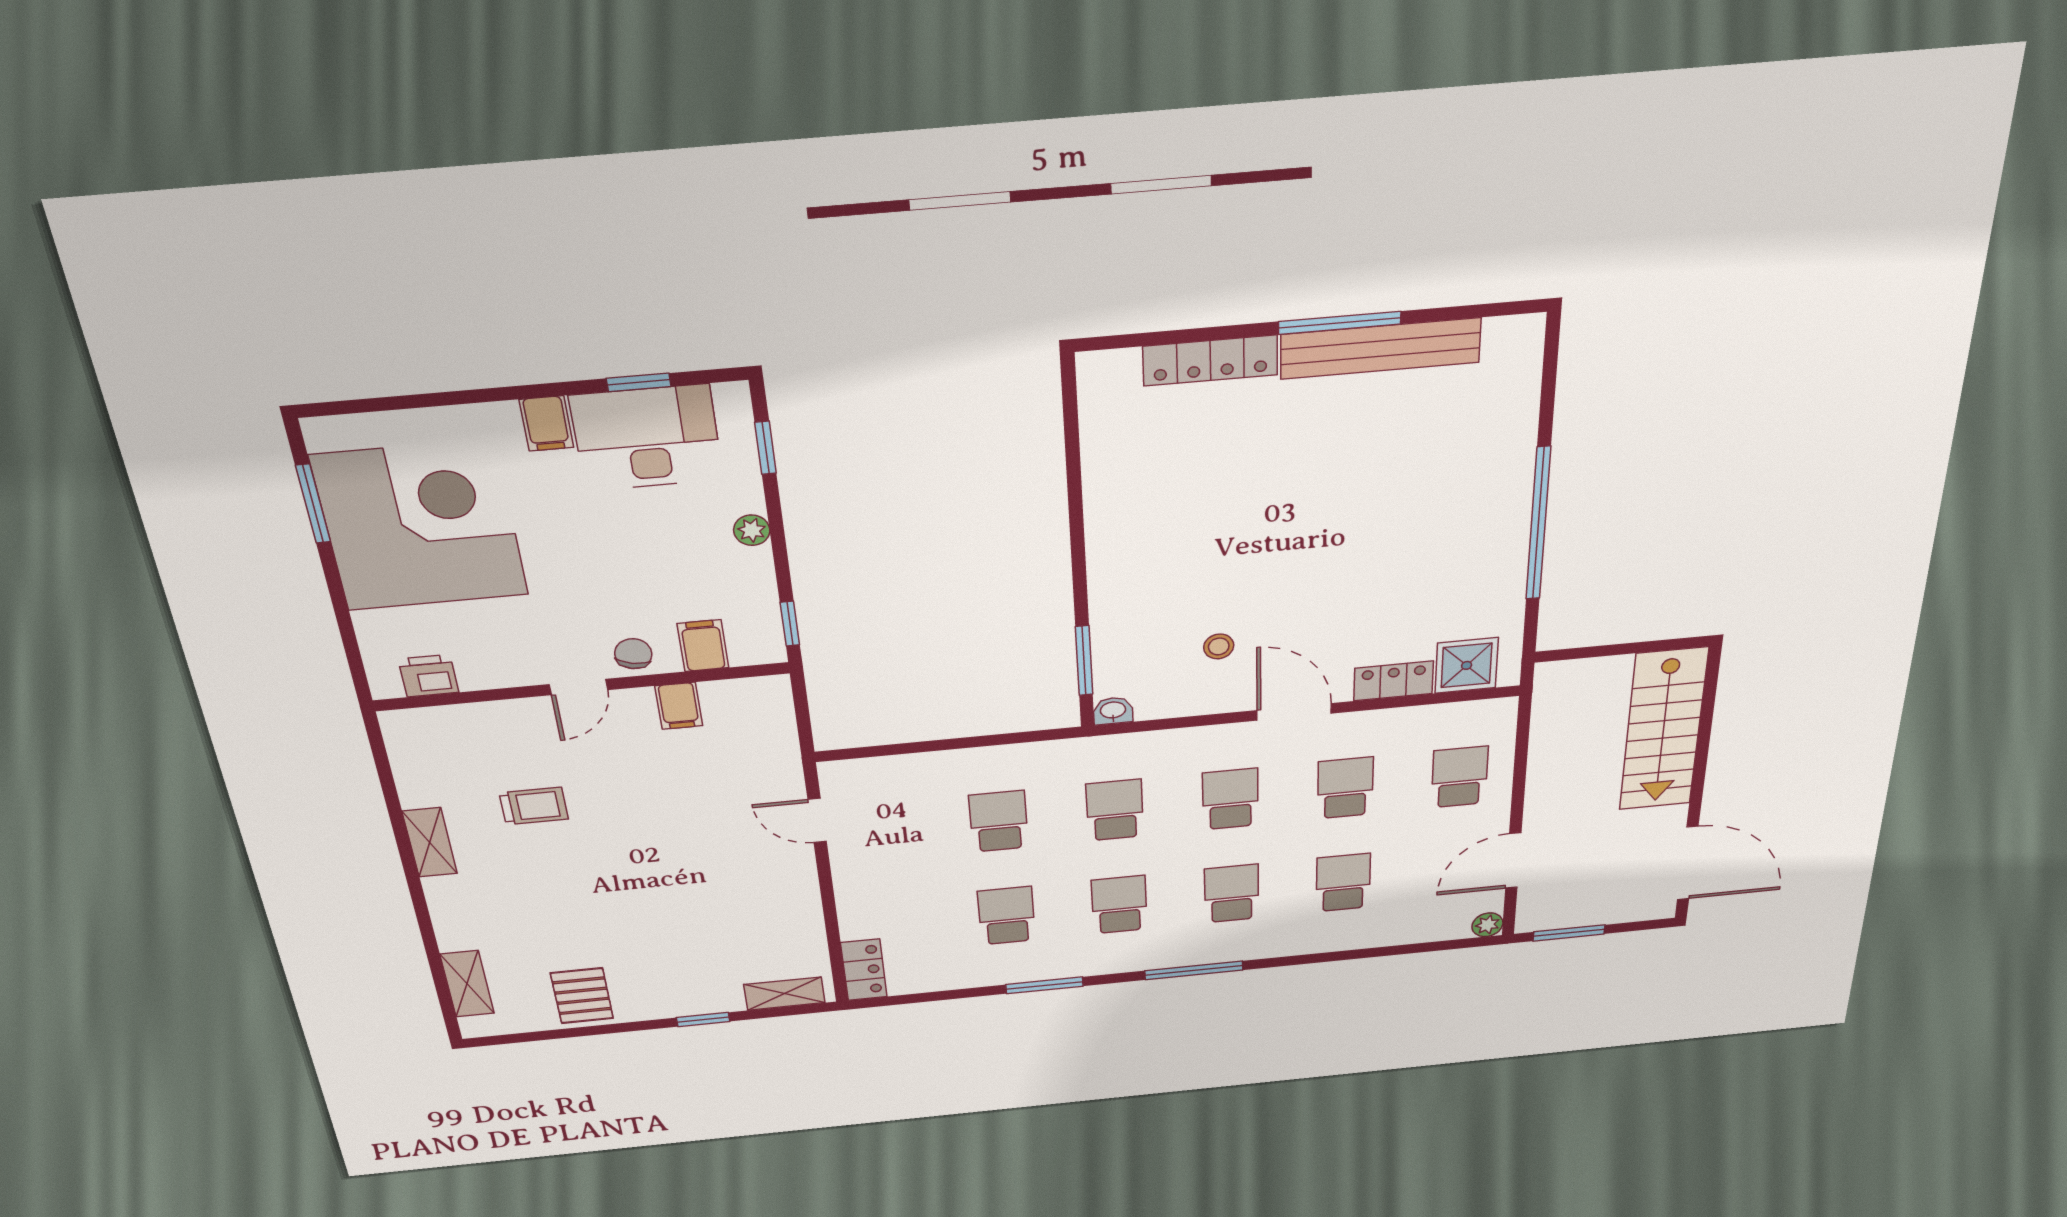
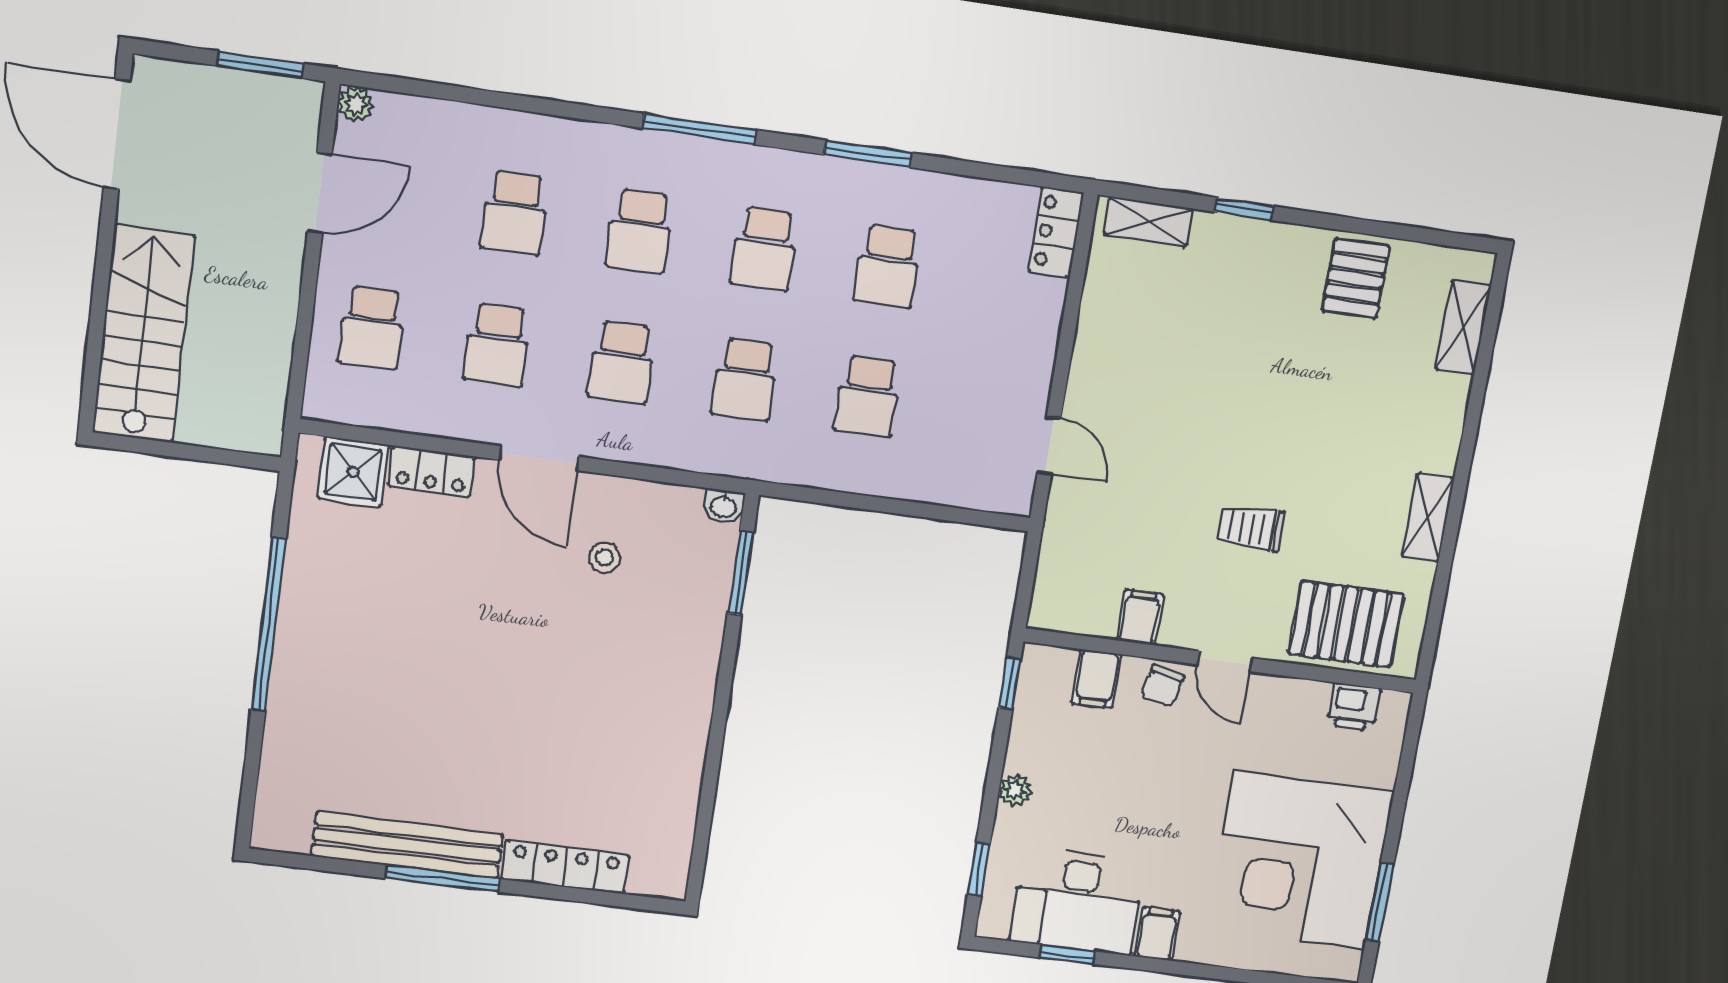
door: (578, 687) -> (1225, 661), swing flipped
pallet: (469, 742) -> (1346, 624), added
trolley: (534, 806) -> (1251, 528), moved

